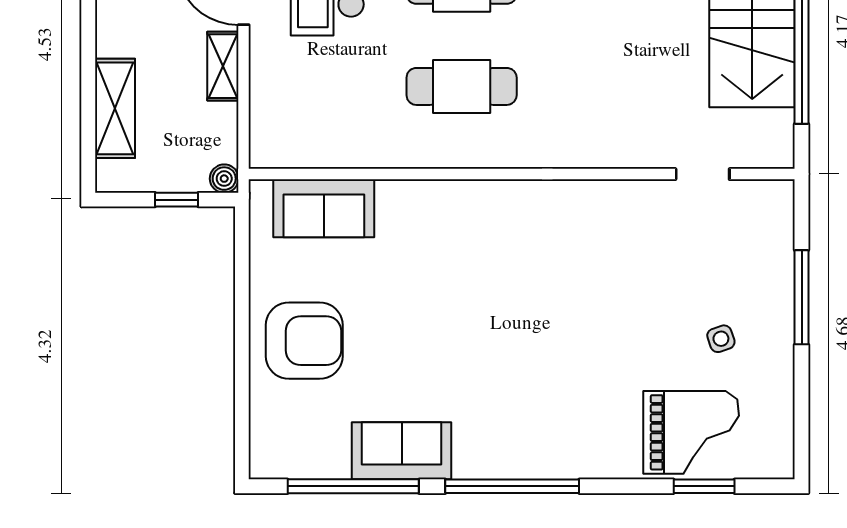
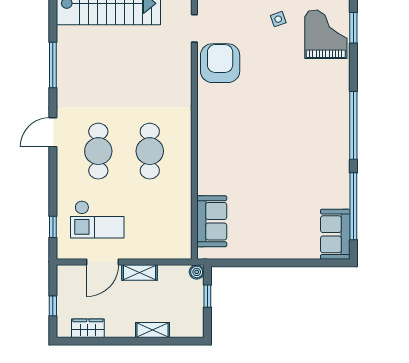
shelving: (115, 108) -> (152, 330), width x0.67, depth x0.75
armchair: (304, 341) -> (220, 63), moved
sofa: (402, 451) -> (335, 234), moved

